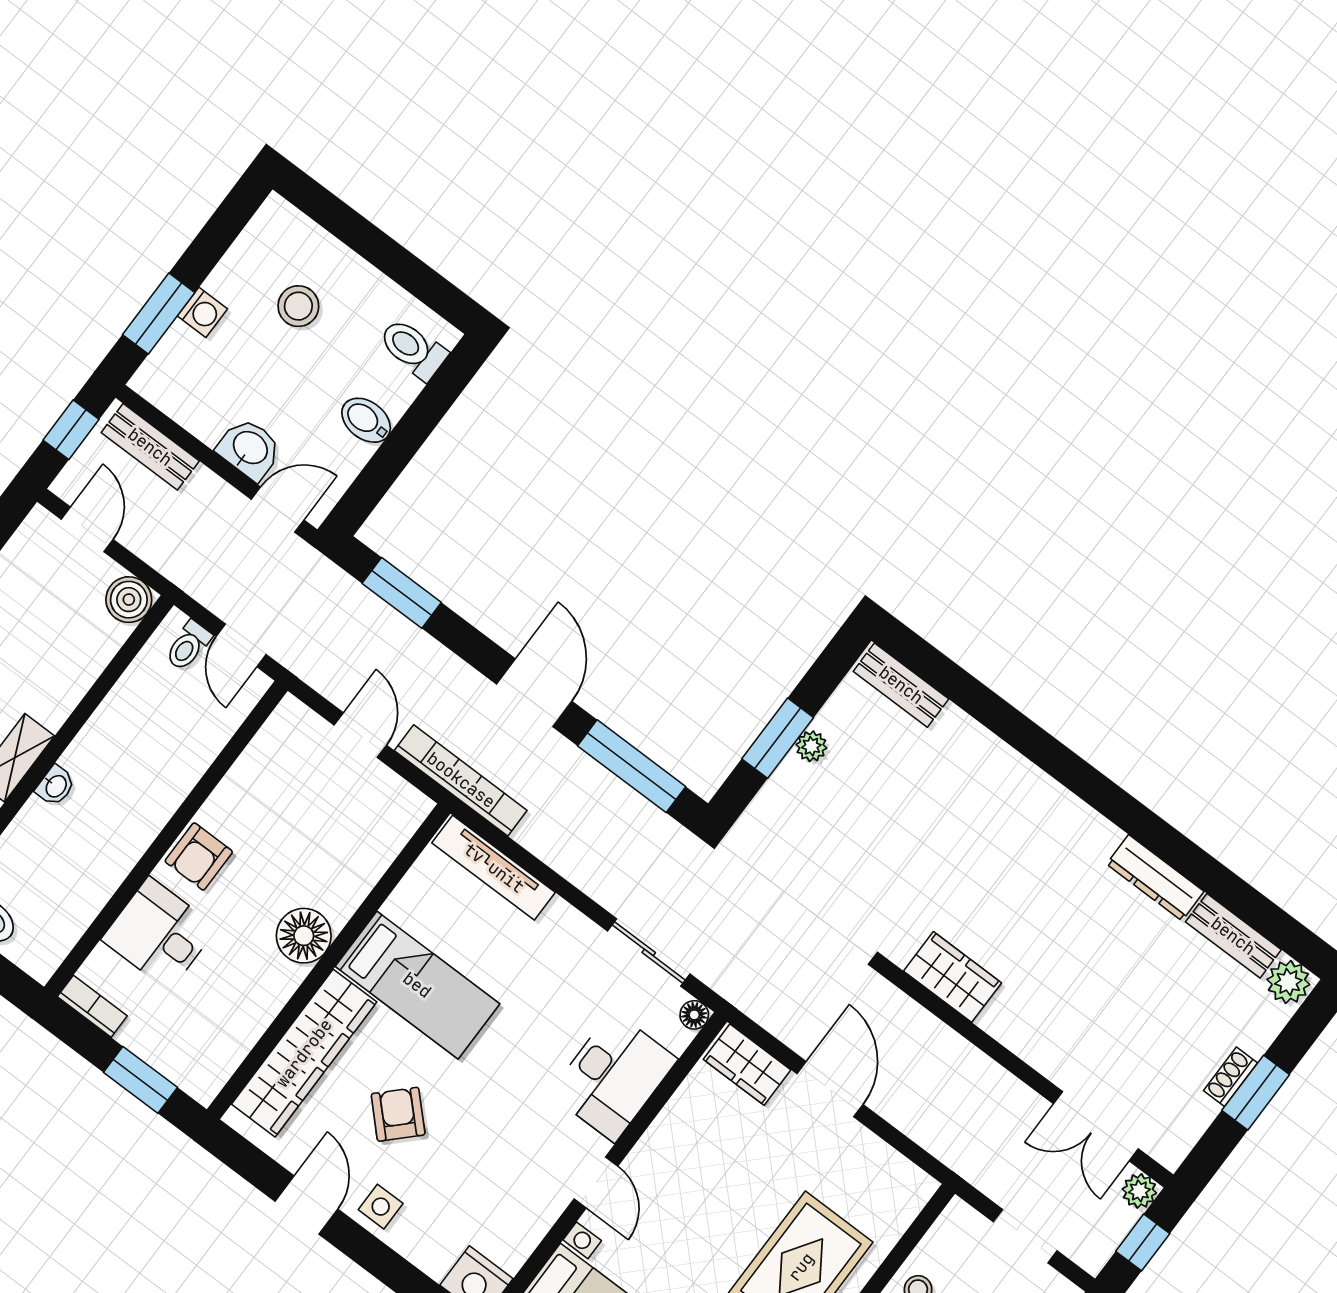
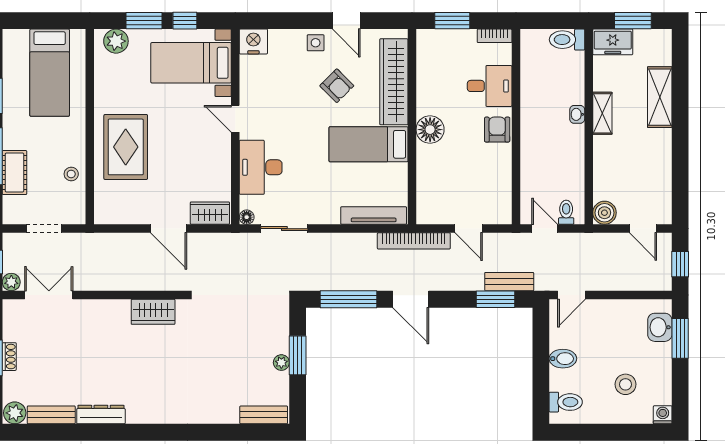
washing machine: (202, 312) -> (663, 415), moved, turned 90
bench: (150, 447) -> (509, 282), moved
washbasin: (250, 449) -> (660, 327), moved, turned 90

